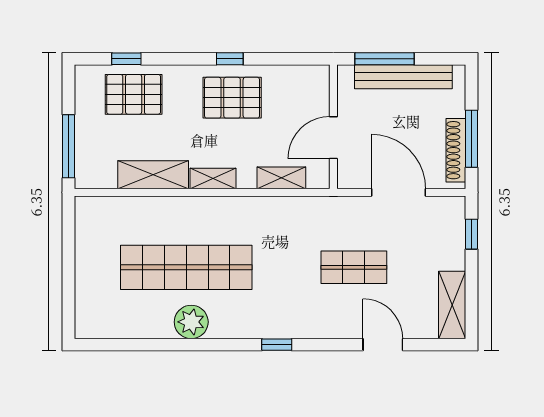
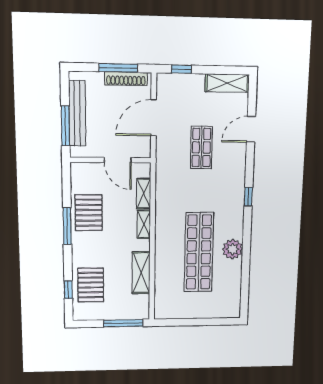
window: (230, 59) -> (67, 226), width x2.17
pallet: (232, 98) -> (89, 213), moved
shelving: (213, 179) -> (144, 224), moved

